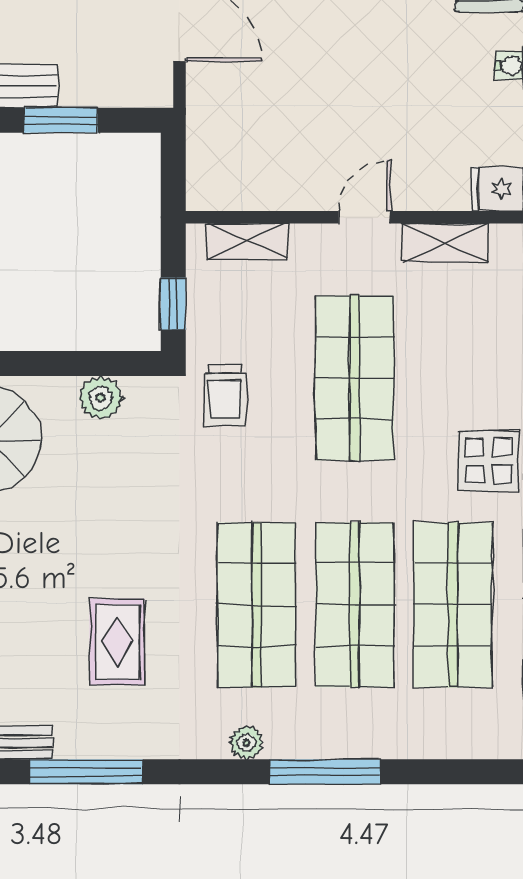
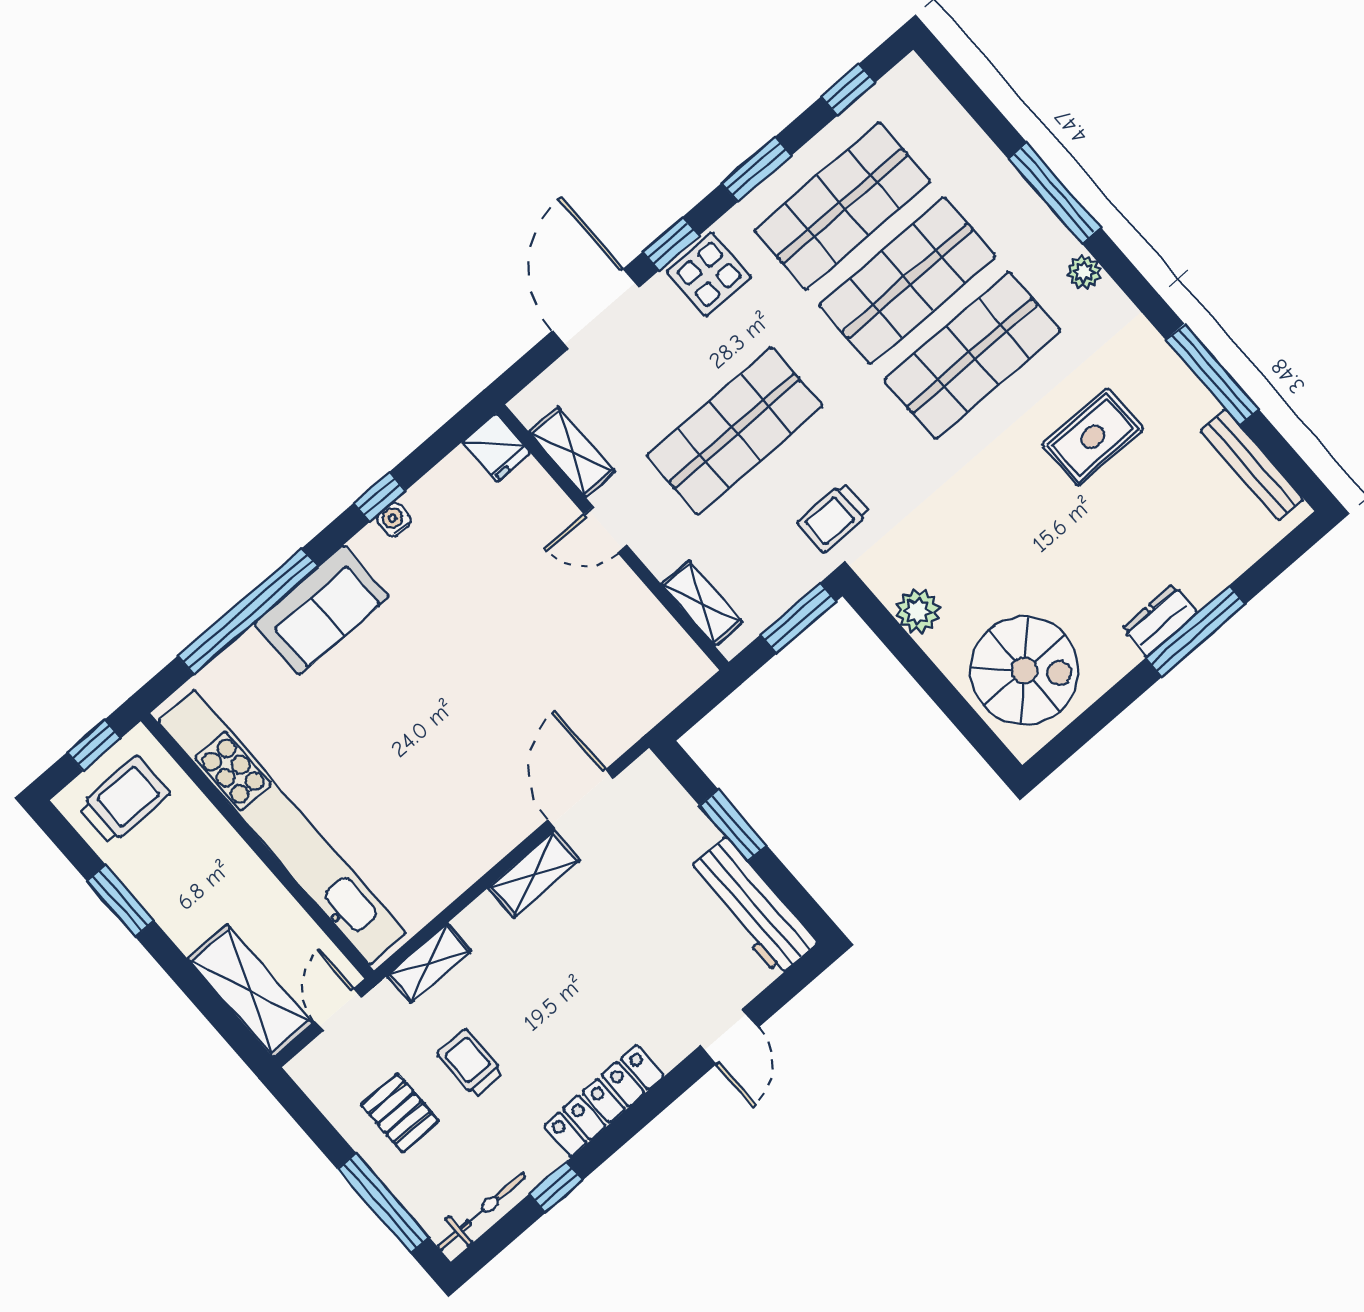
window: (173, 304) -> (798, 618), width x1.50
trolley: (225, 395) -> (833, 518), turned 180

